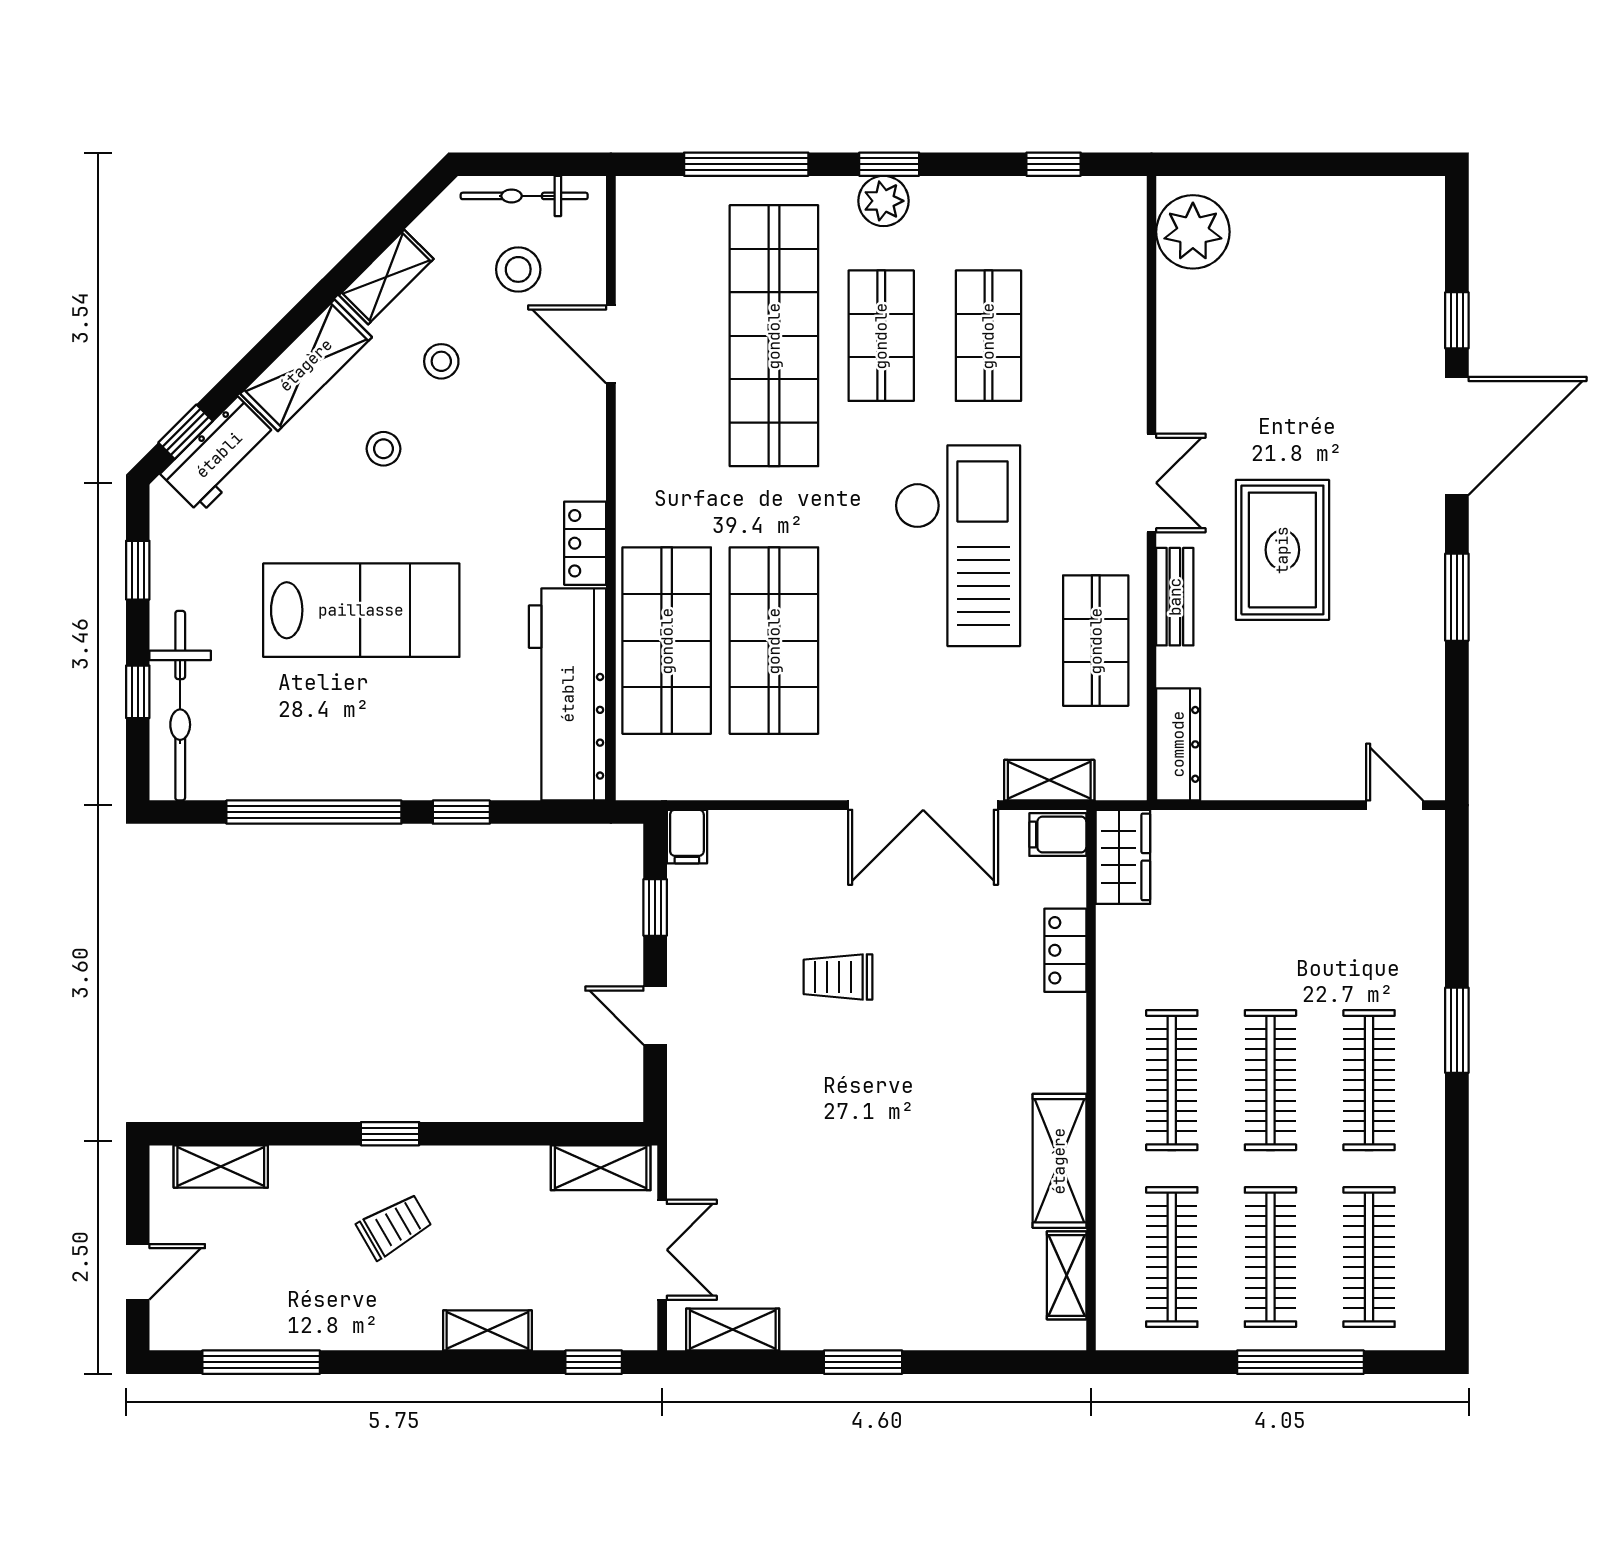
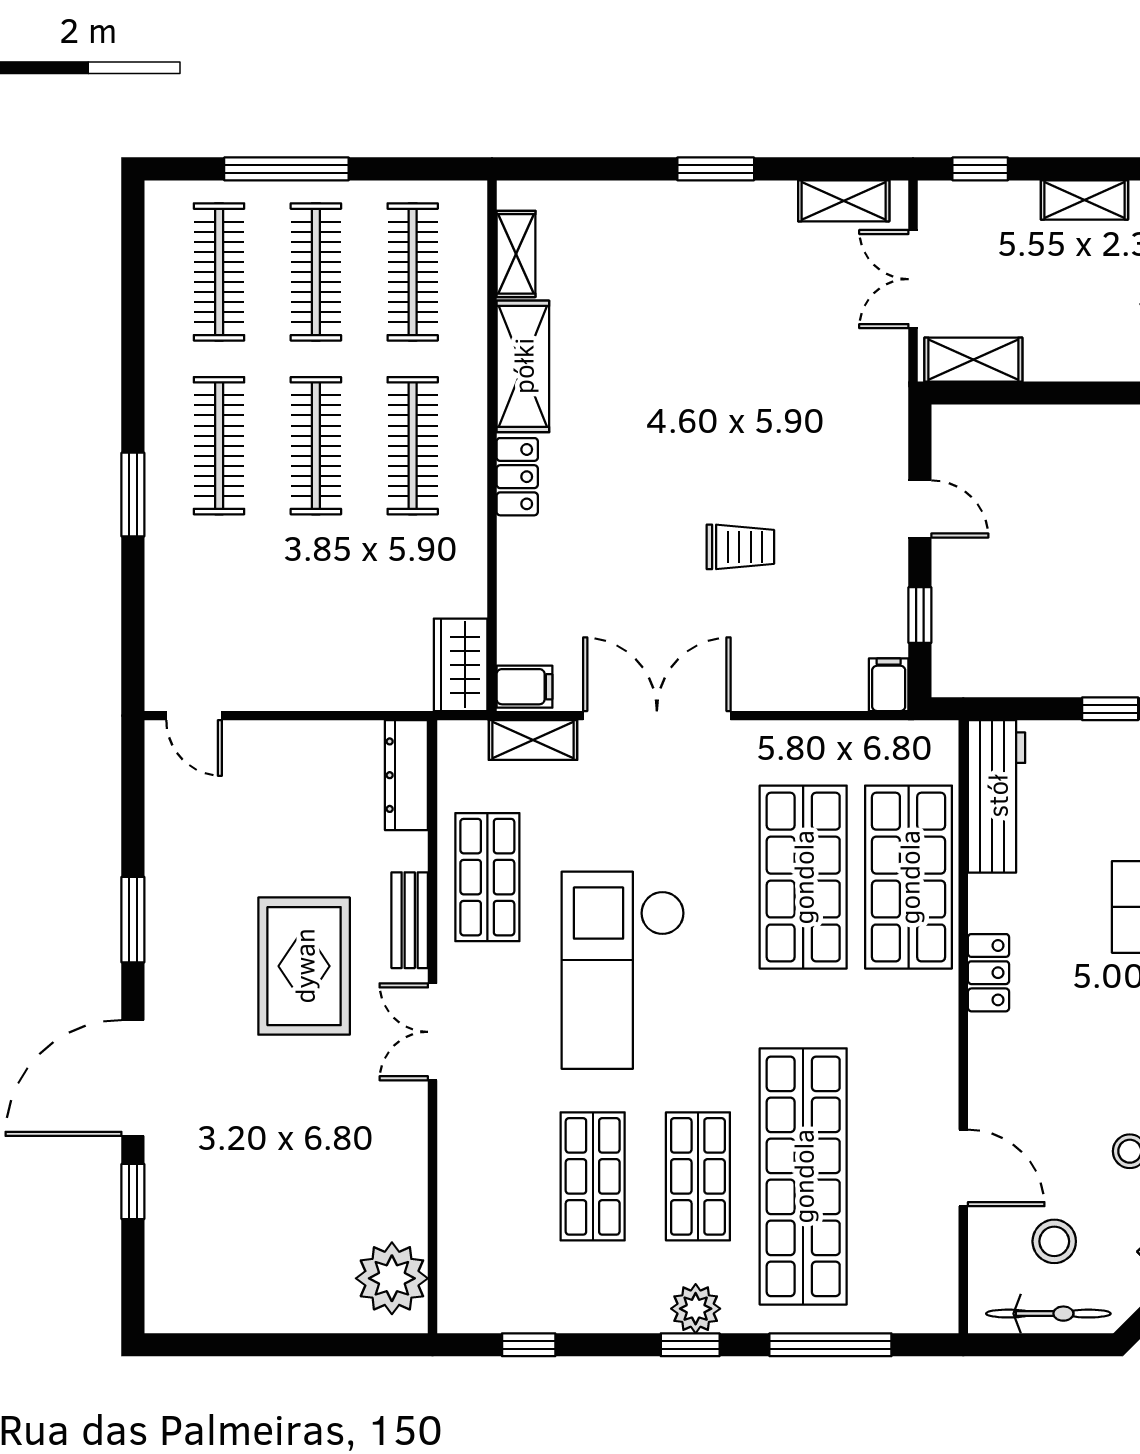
workbench: (568, 694) -> (997, 796), width x0.73, depth x0.76
locker: (1065, 950) -> (517, 477), moved

